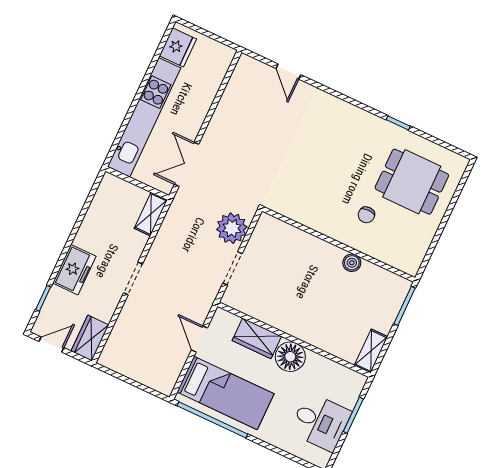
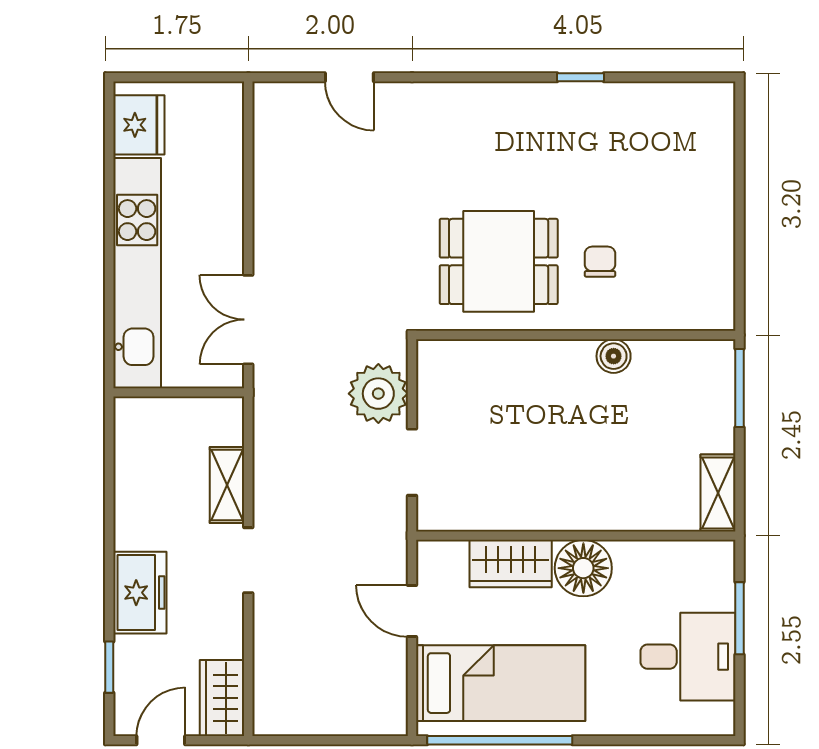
dining table: (412, 182) -> (499, 261), moved
shelving: (151, 214) -> (227, 485), moved
chair: (366, 215) -> (600, 262), turned 180

